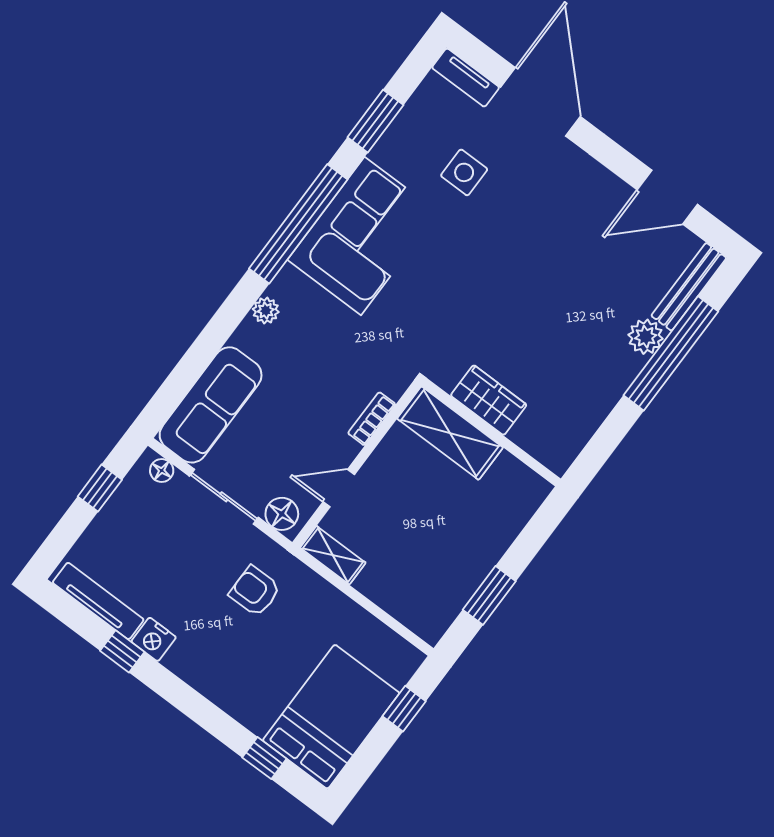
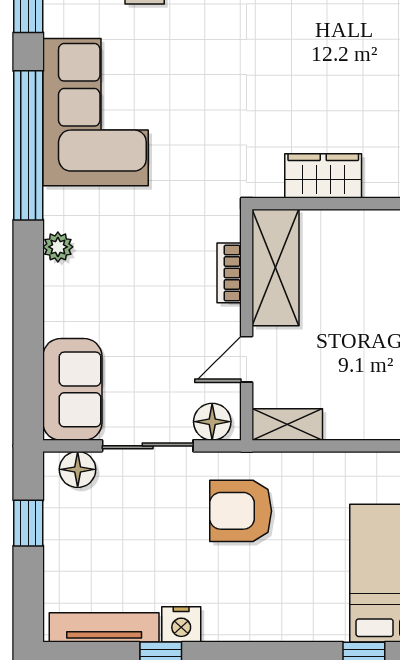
sofa: (211, 405) -> (72, 389), width x0.73
shelving: (450, 433) -> (276, 267), moved, turned 90
floor lamp: (162, 471) -> (78, 469), width x1.37, depth x1.37
armchair: (255, 591) -> (241, 511), width x1.38, depth x1.38

